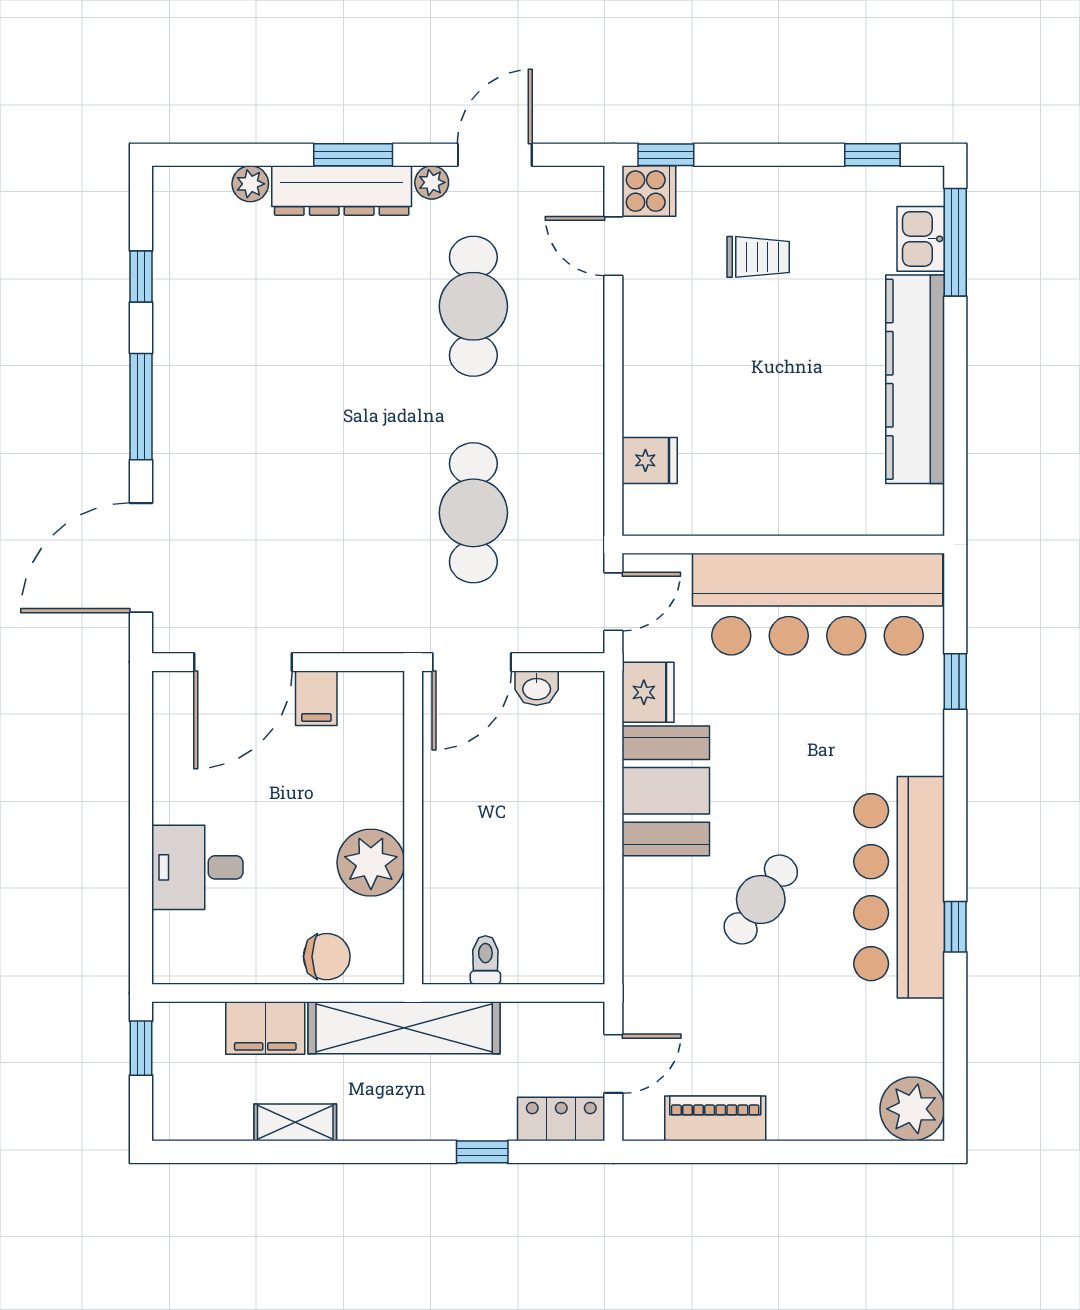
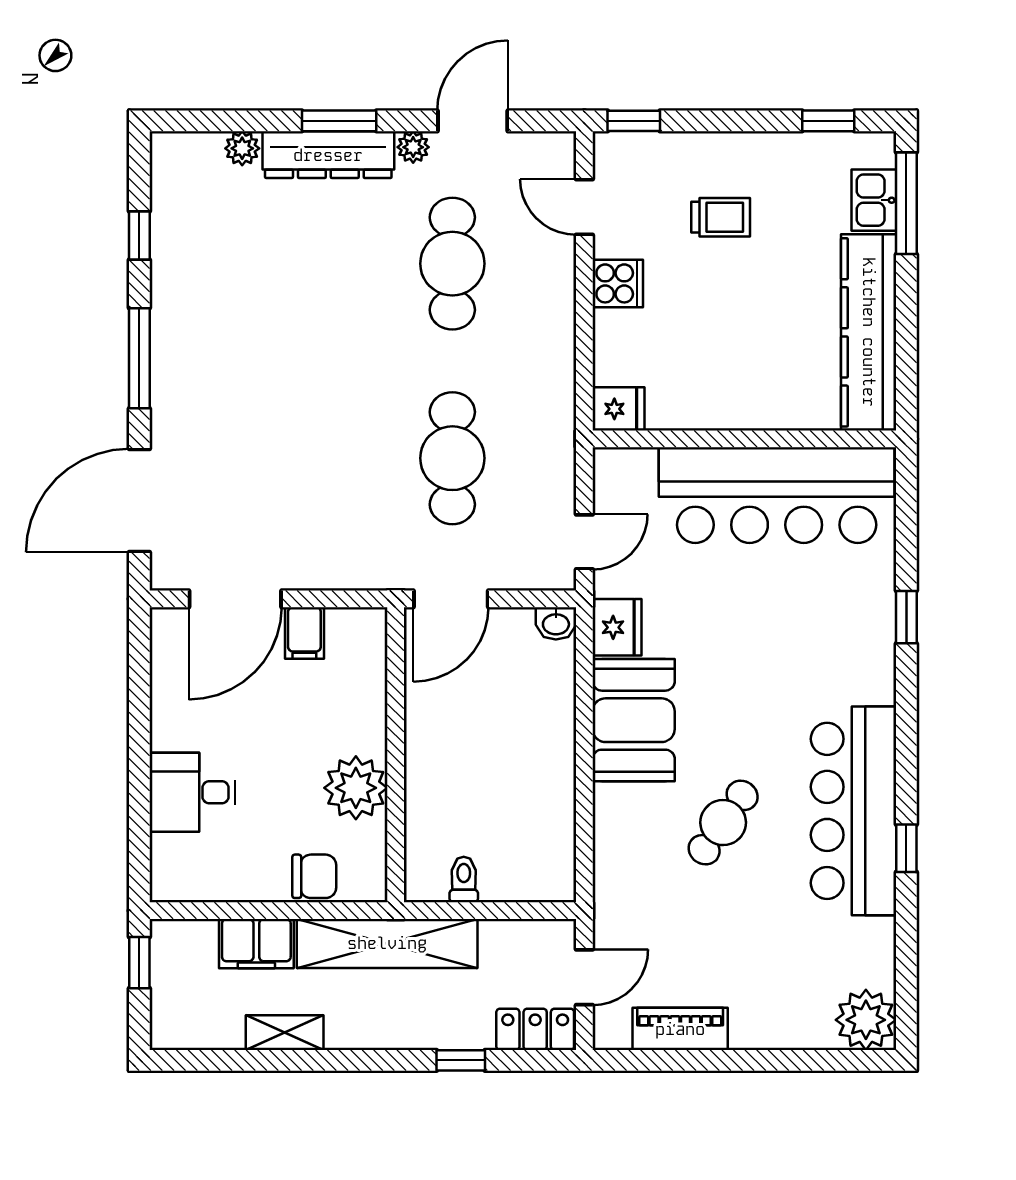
cooker: (649, 191) -> (618, 283), moved
wall: (783, 544) -> (744, 439), moved
bar counter: (818, 604) -> (777, 495), moved
washbasin: (537, 688) -> (556, 623), moved

